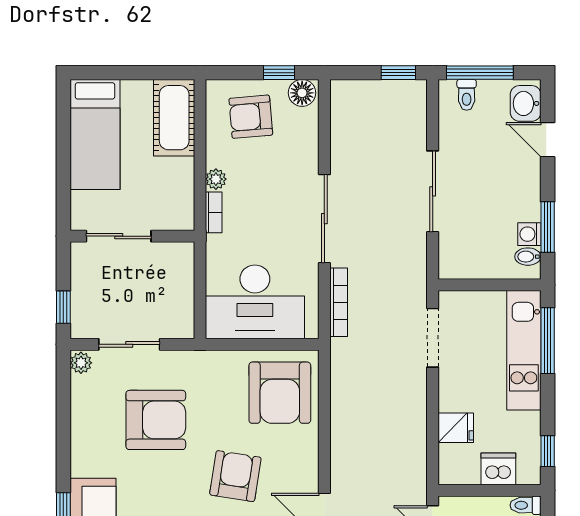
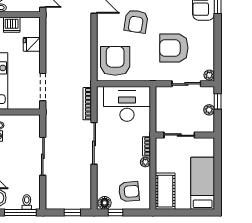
window: (398, 73) -> (72, 212), moved
sliding door: (119, 236) -> (179, 135), moved
plant: (81, 289) -> (209, 110), added

